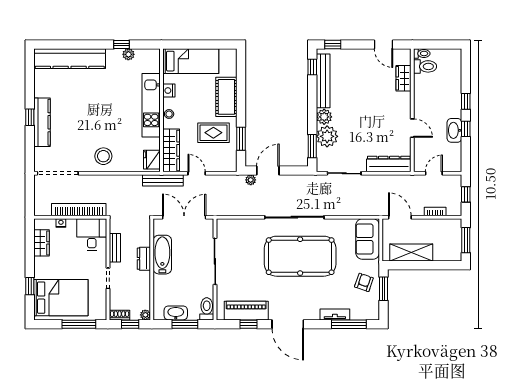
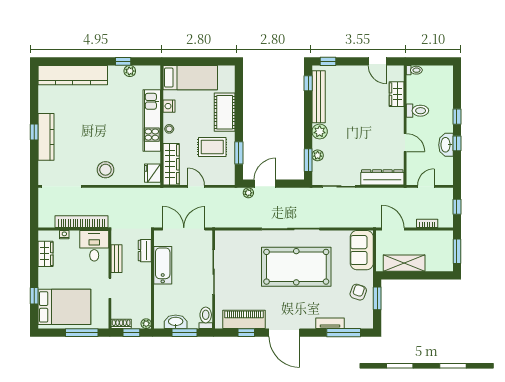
toilet: (425, 66) -> (417, 111), moved
plant: (327, 136) -> (318, 155), width x0.53, depth x0.53
bench: (163, 180) -> (163, 193), removed
dresser: (144, 259) -> (145, 251), moved

